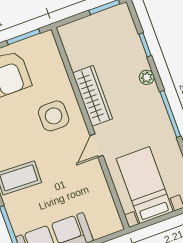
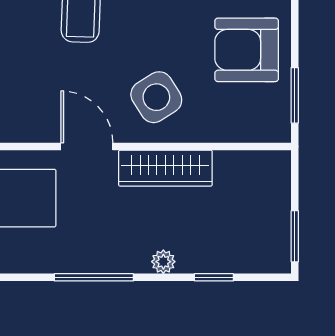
side table: (54, 116) -> (156, 97), turned -32
door: (97, 145) -> (87, 146), width x1.38

